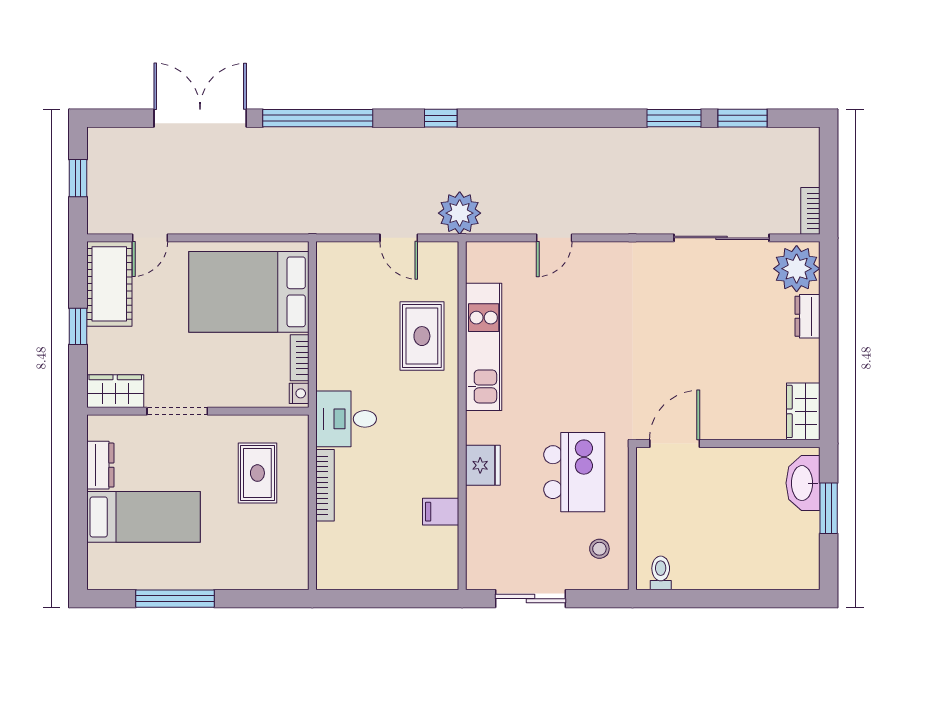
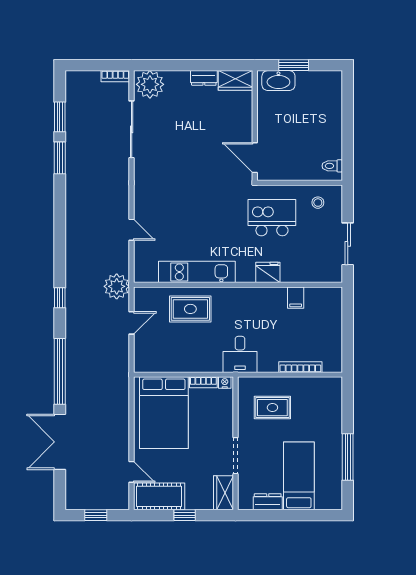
dresser: (807, 316) -> (204, 78), moved
bookcase: (325, 485) -> (300, 367), moved

